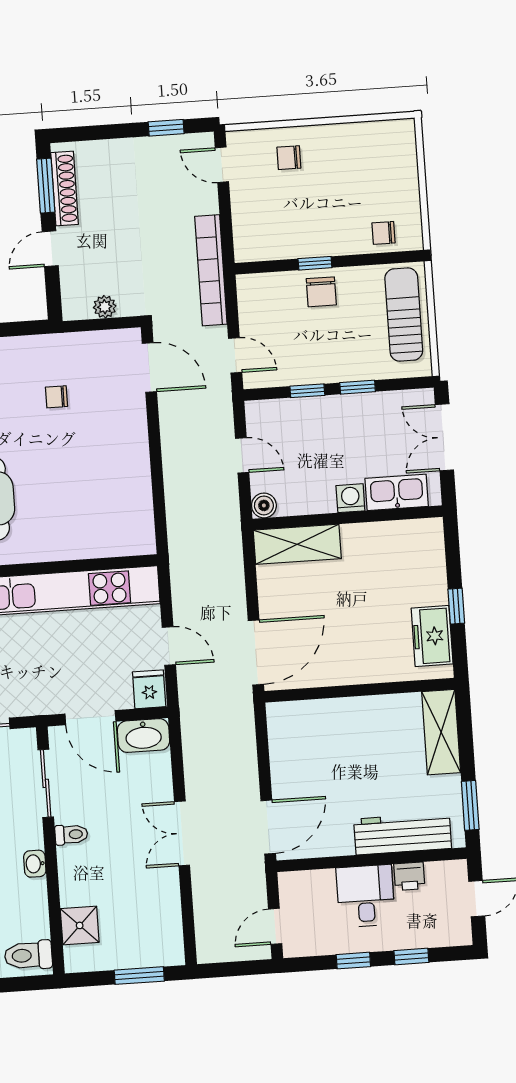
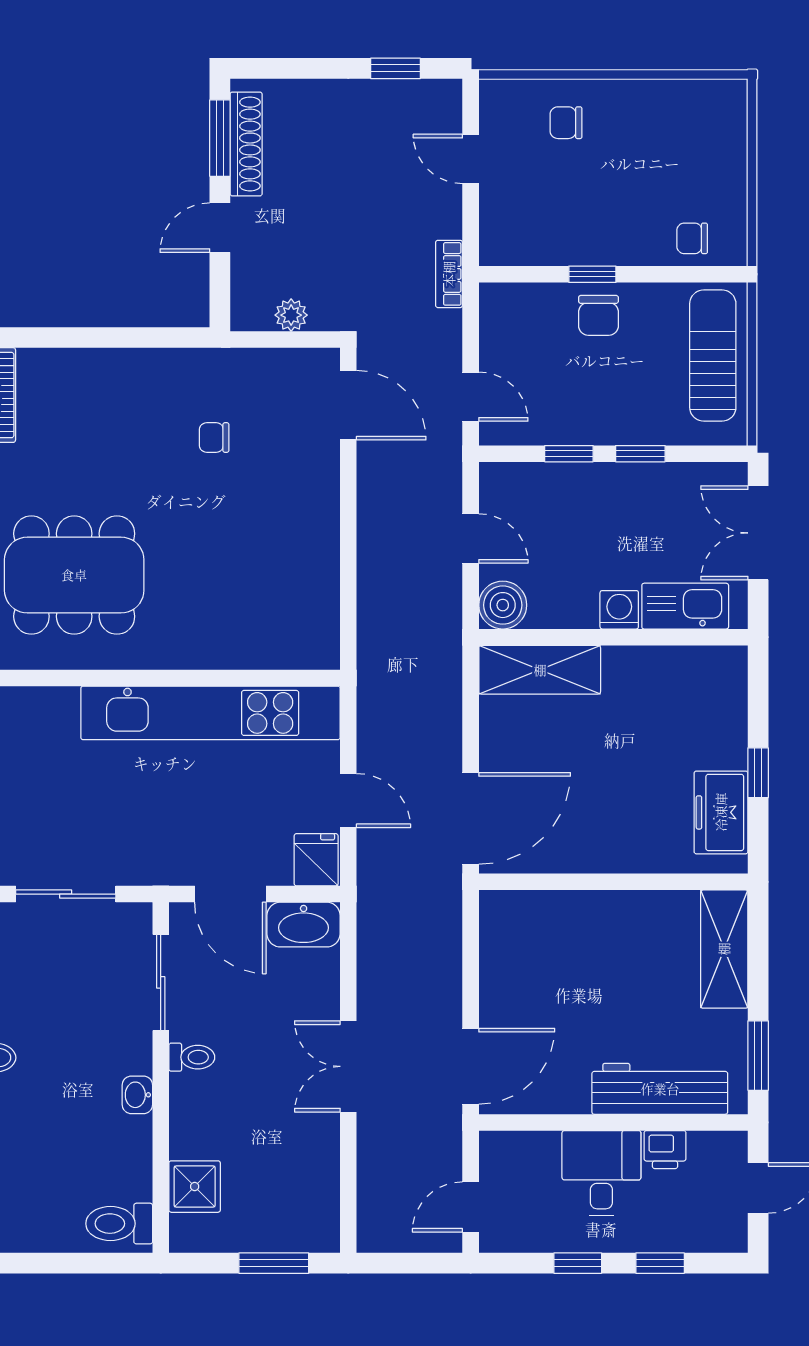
door: (222, 165) -> (471, 159), moved
bookcase: (211, 270) -> (449, 274), width x0.43, depth x0.76
boiler: (264, 505) -> (503, 605), width x1.36, depth x1.36

